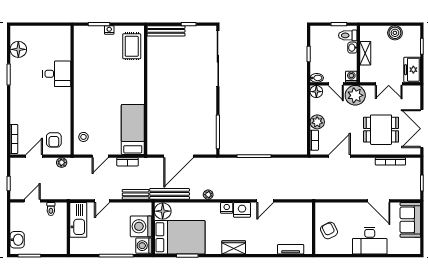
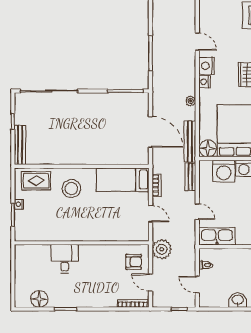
stool: (83, 137) -> (71, 189), moved, width x1.89, depth x1.89
plant: (62, 163) -> (162, 249), width x1.88, depth x1.88

